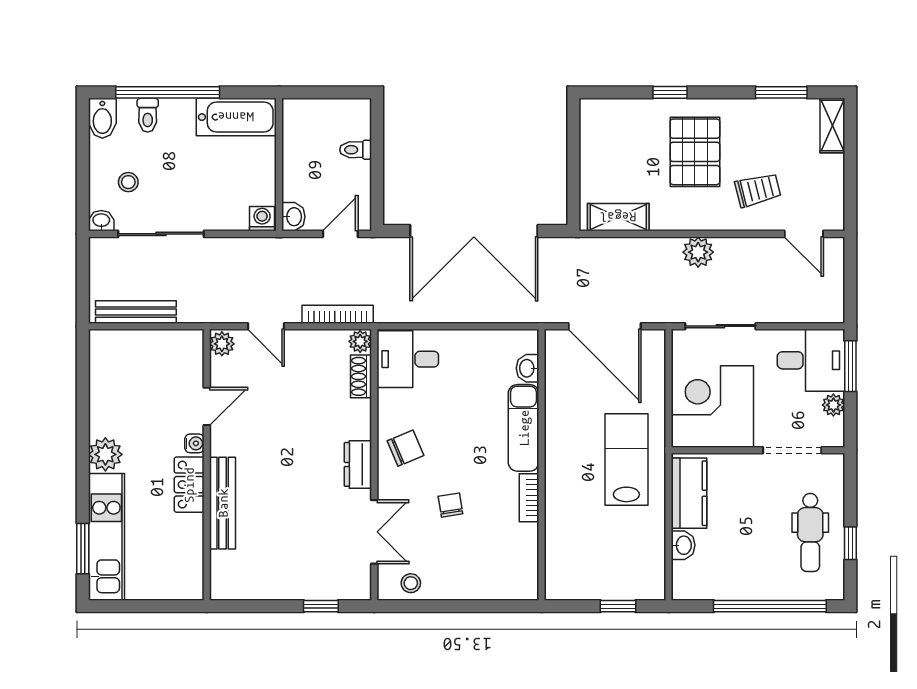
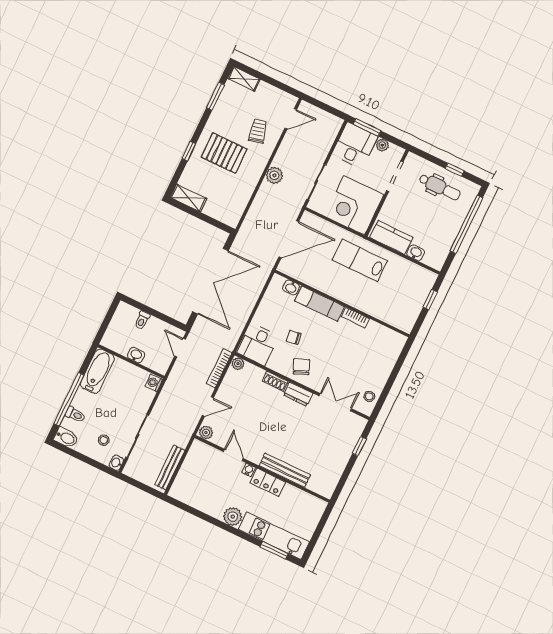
washbasin: (293, 217) -> (136, 355), moved
shelving: (618, 217) -> (188, 198), moved, turned 90
shoe rack: (361, 376) -> (275, 381), moved
chair: (450, 505) -> (294, 337), moved

